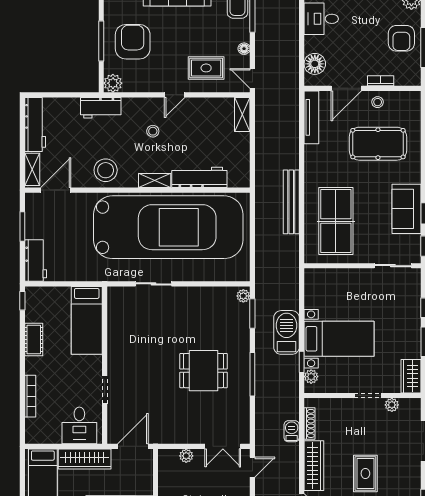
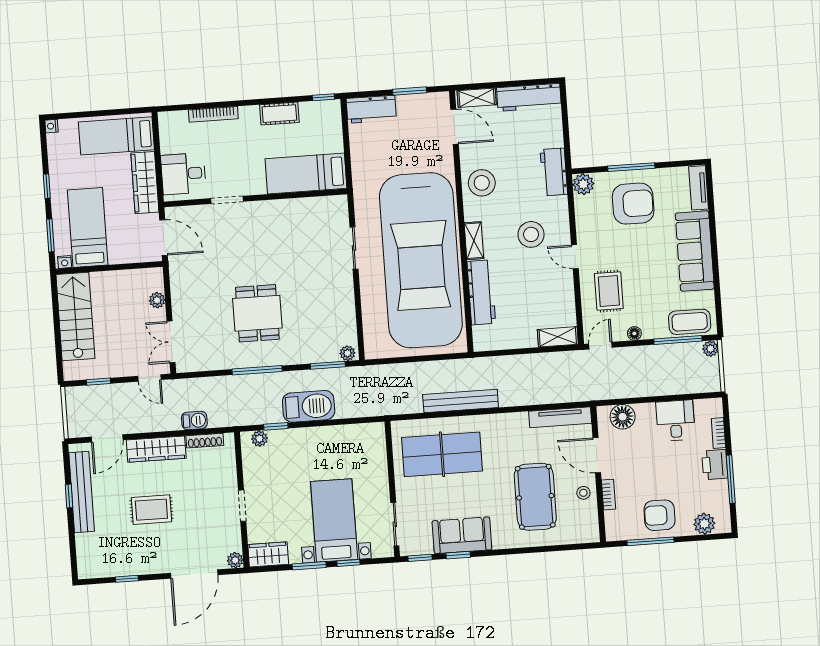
stool: (153, 131) -> (531, 234), width x1.89, depth x1.89
bed with nightstands: (339, 339) -> (334, 520), moved, turned 180
plant: (392, 405) -> (235, 560), moved

